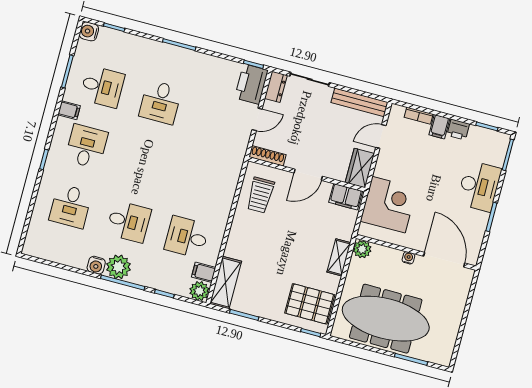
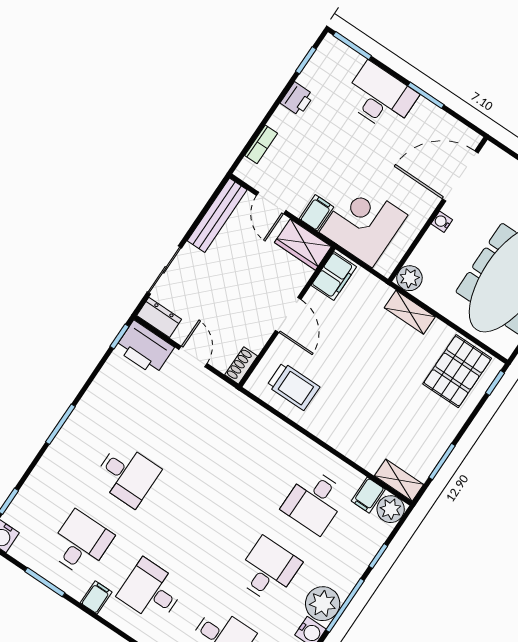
filing cabinet: (439, 127) -> (316, 213), moved, turned -90
shoe rack: (267, 156) -> (241, 365), width x0.70
shelving: (226, 283) -> (399, 480), width x0.67, depth x0.75

